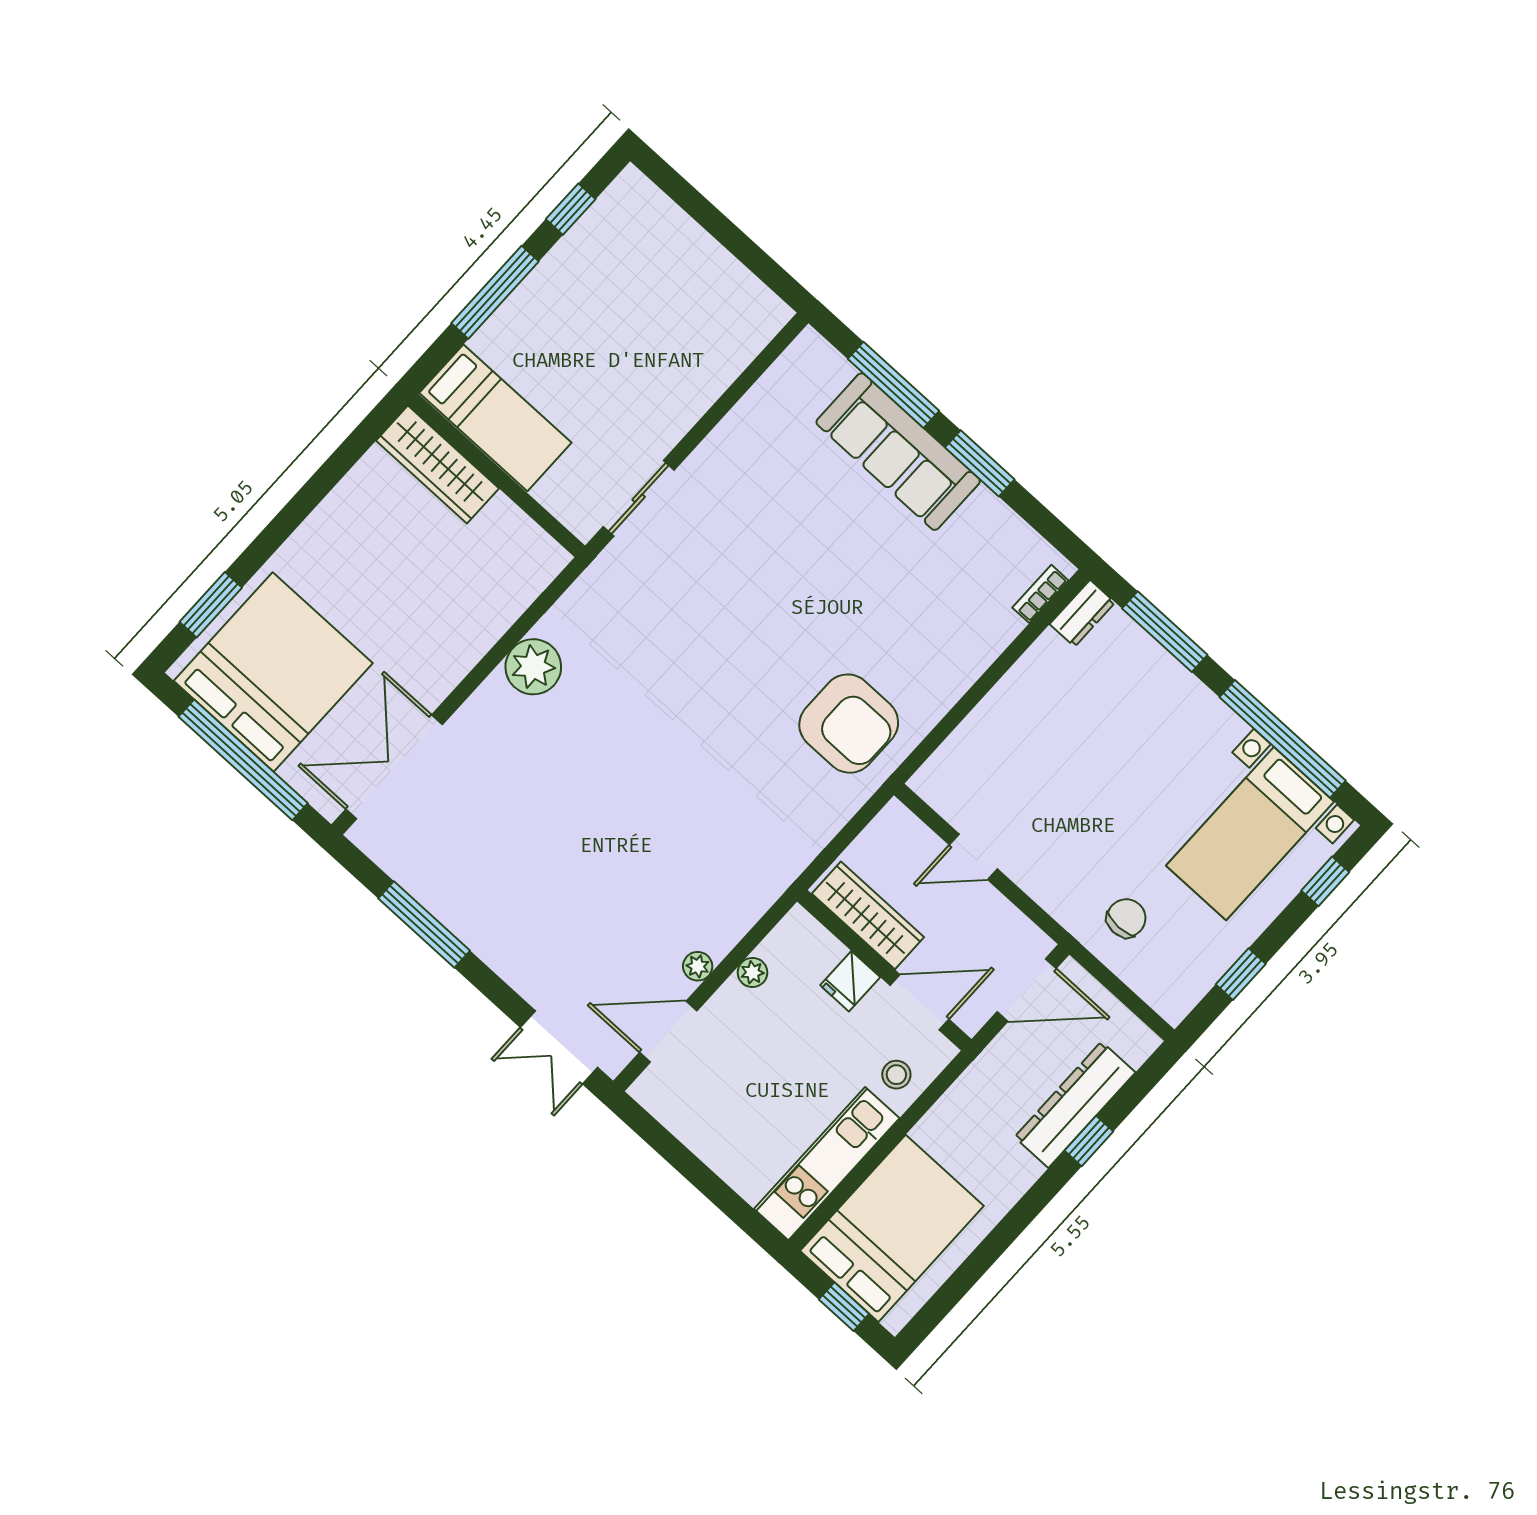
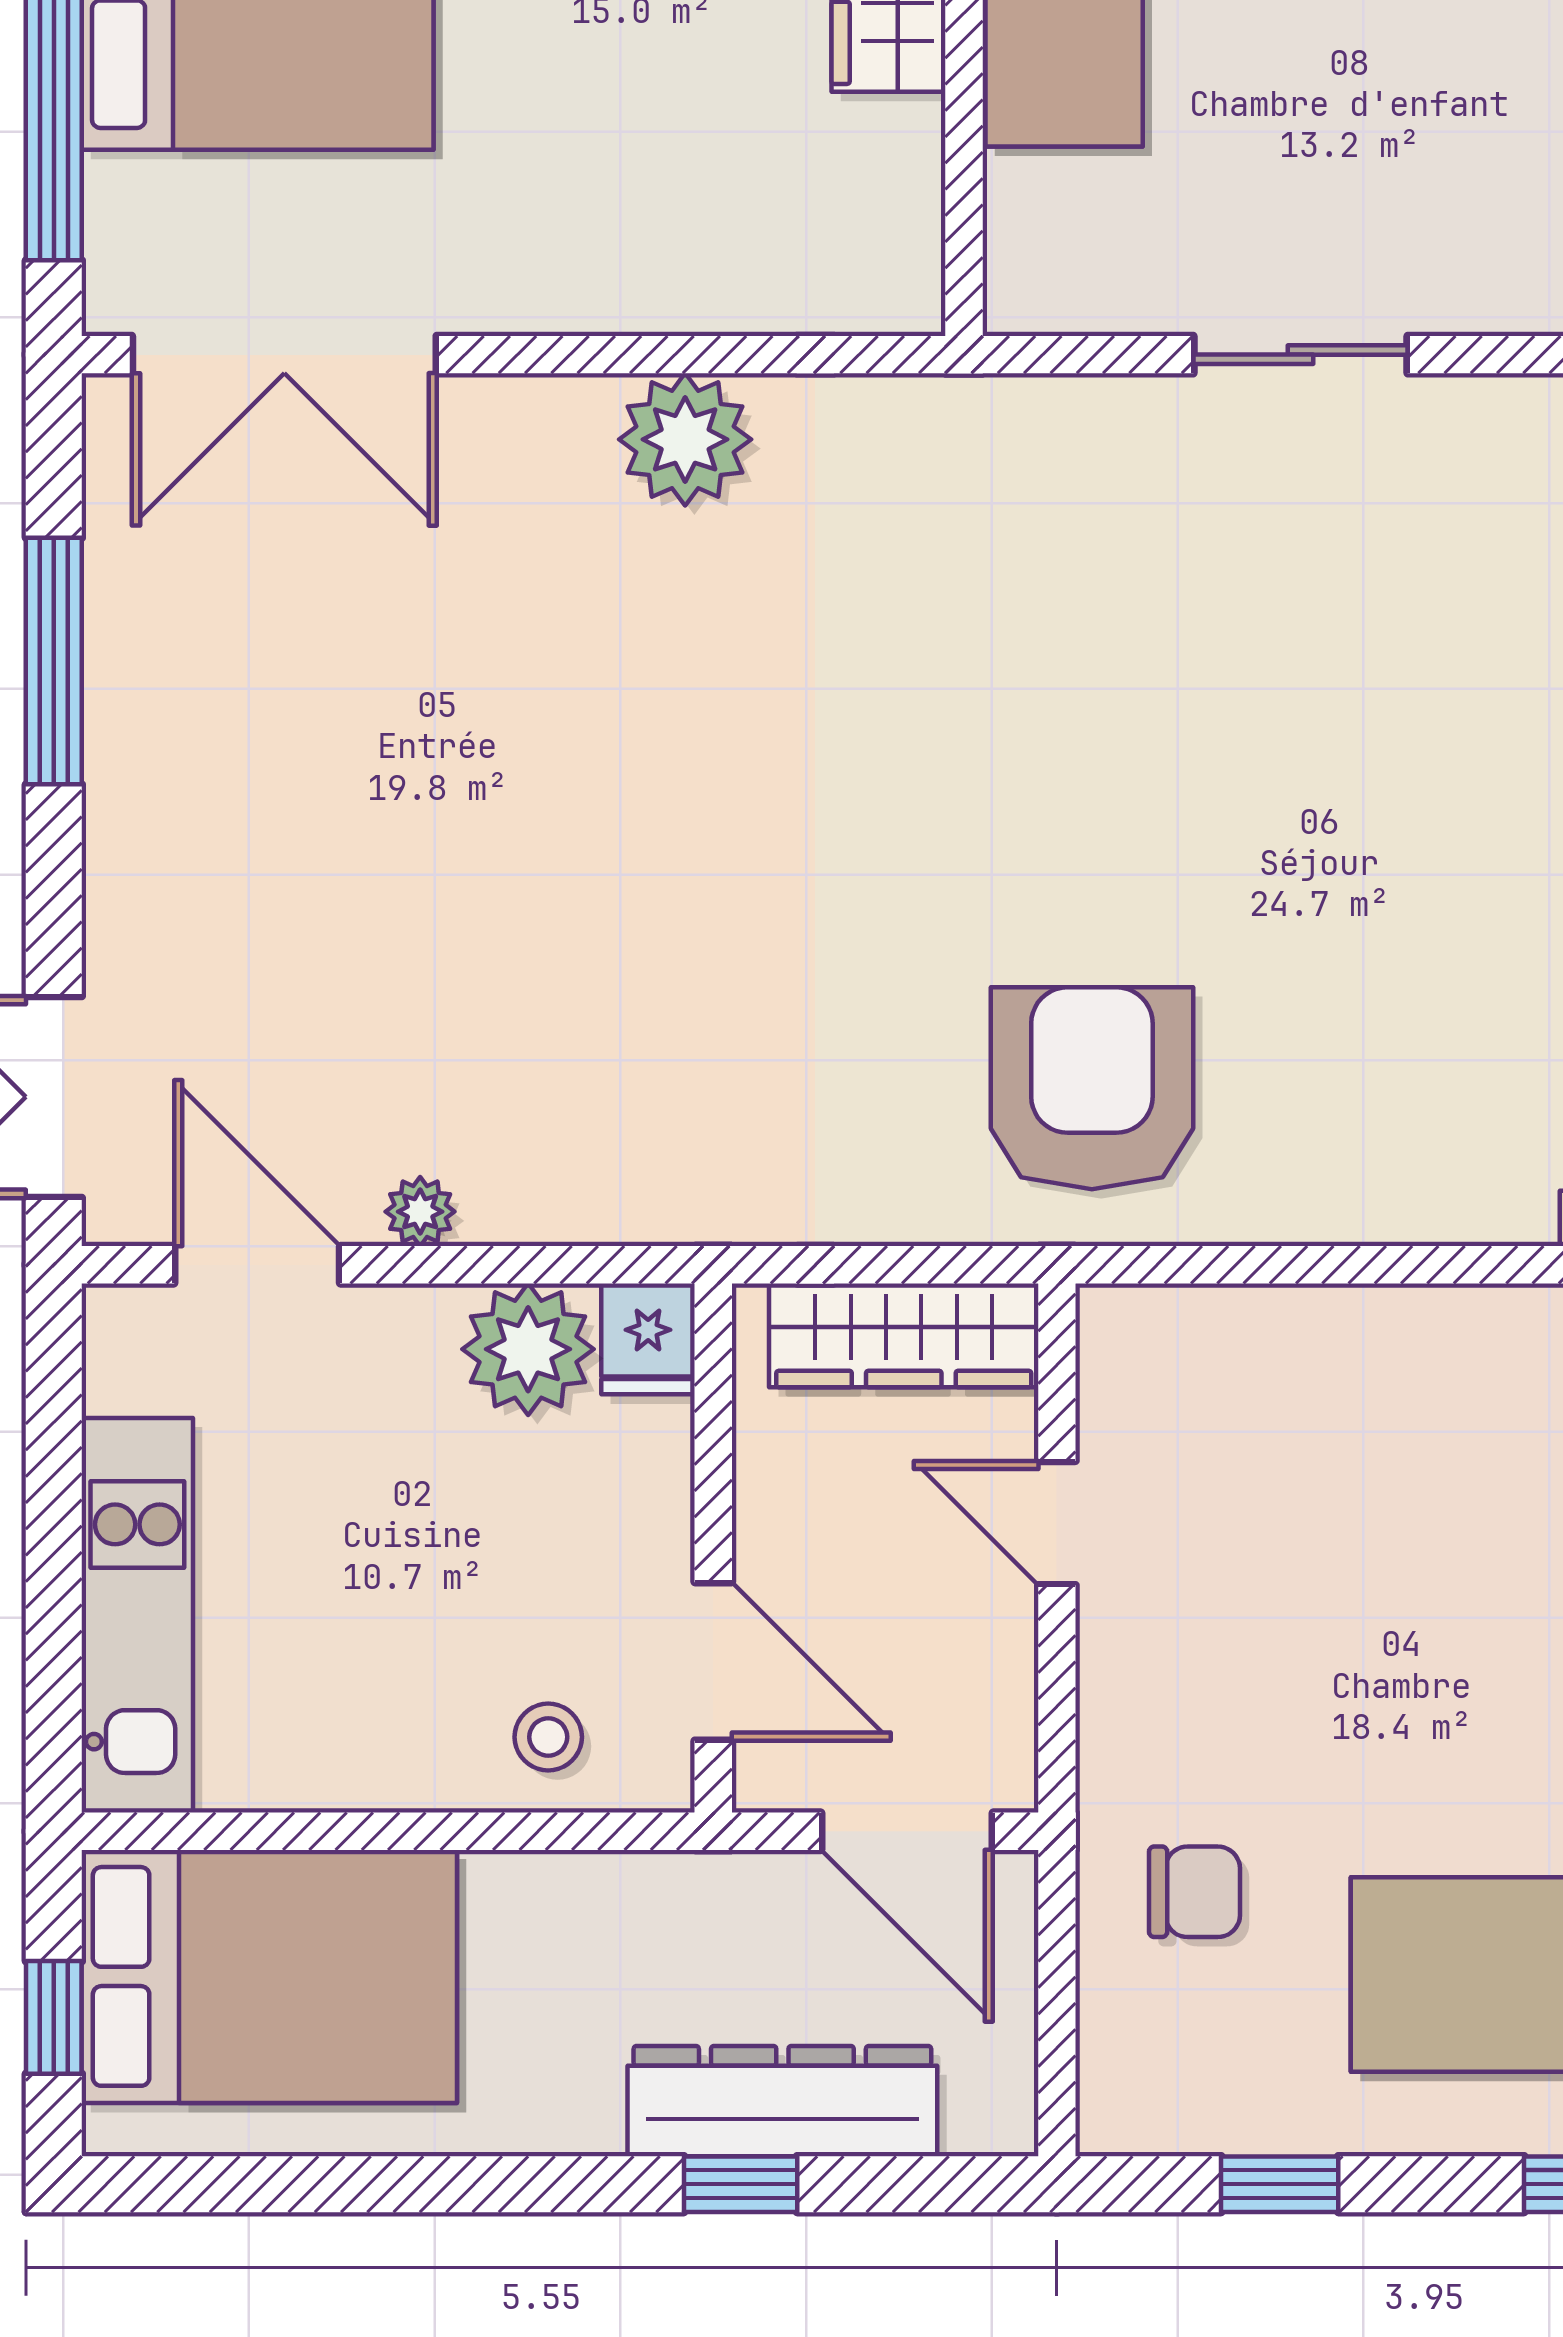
sliding door: (639, 498) -> (1300, 355), moved
armchair: (849, 724) -> (1092, 1088), turned 180
double door: (394, 767) -> (284, 355), swing flipped
wardrobe: (868, 915) -> (904, 1335), moved, turned 90
plant: (752, 972) -> (528, 1349), width x1.87, depth x1.87
fridge: (850, 981) -> (648, 1339), moved, turned -90
kitchen unit: (827, 1164) -> (137, 1615), moved, turned 90

